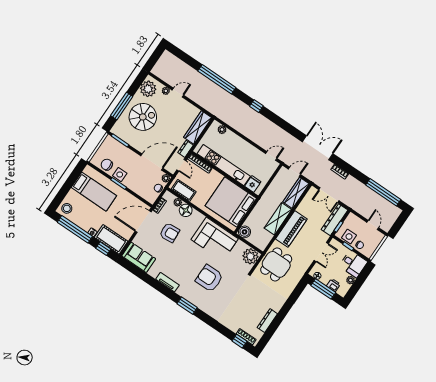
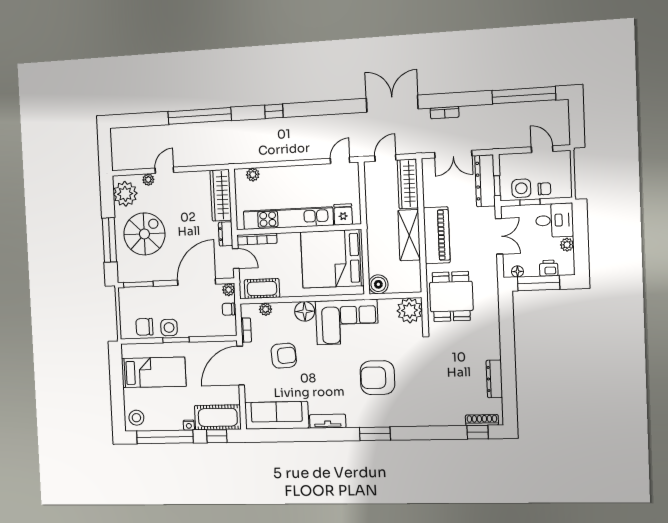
floor lamp: (186, 210) -> (305, 311), moved
sofa: (139, 257) -> (277, 415), width x1.36

